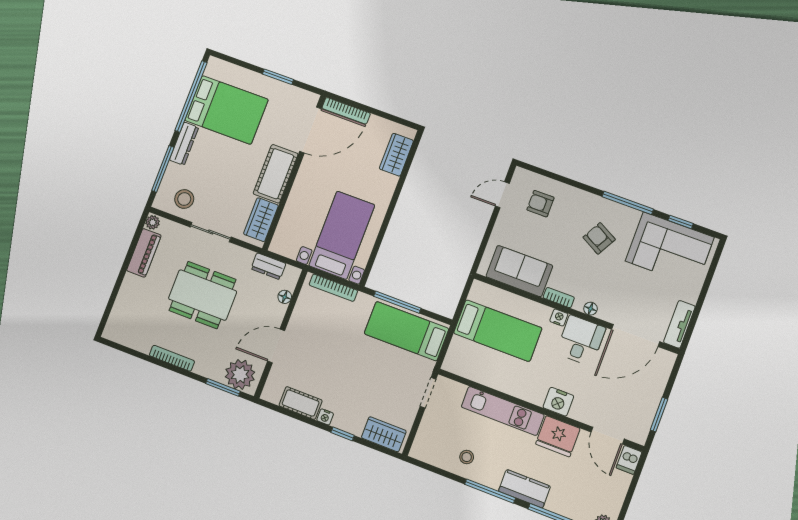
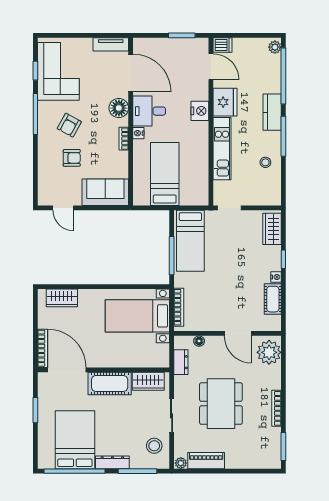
armchair: (540, 204) -> (72, 158), moved, turned -90
sofa: (519, 271) -> (105, 192), moved, turned 90
floor lamp: (591, 309) -> (119, 108), width x1.89, depth x1.89
window: (223, 387) -> (283, 447), moved
door: (608, 436) -> (211, 67), hinge flipped

